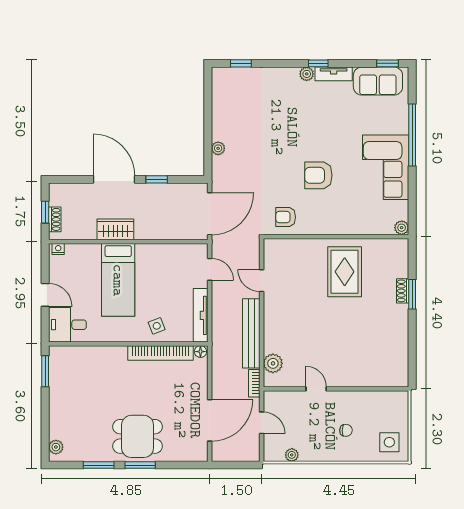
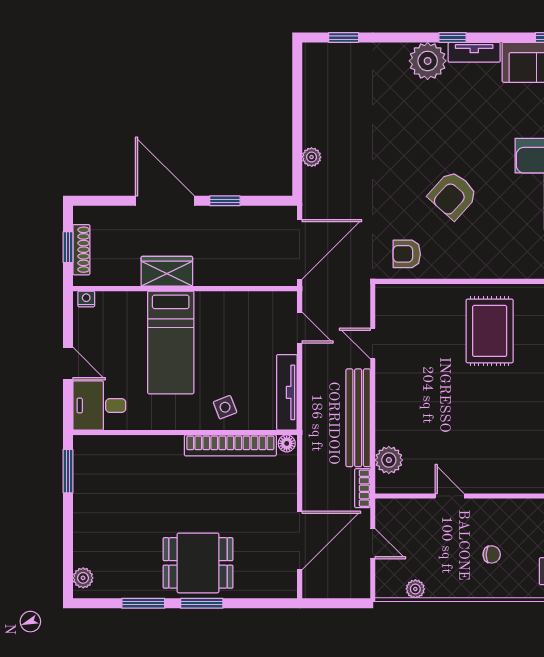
plant: (307, 74) -> (428, 61), width x1.87, depth x1.87
armchair: (318, 175) -> (453, 195), turned -48
shoe rack: (55, 219) -> (81, 250), width x1.43

